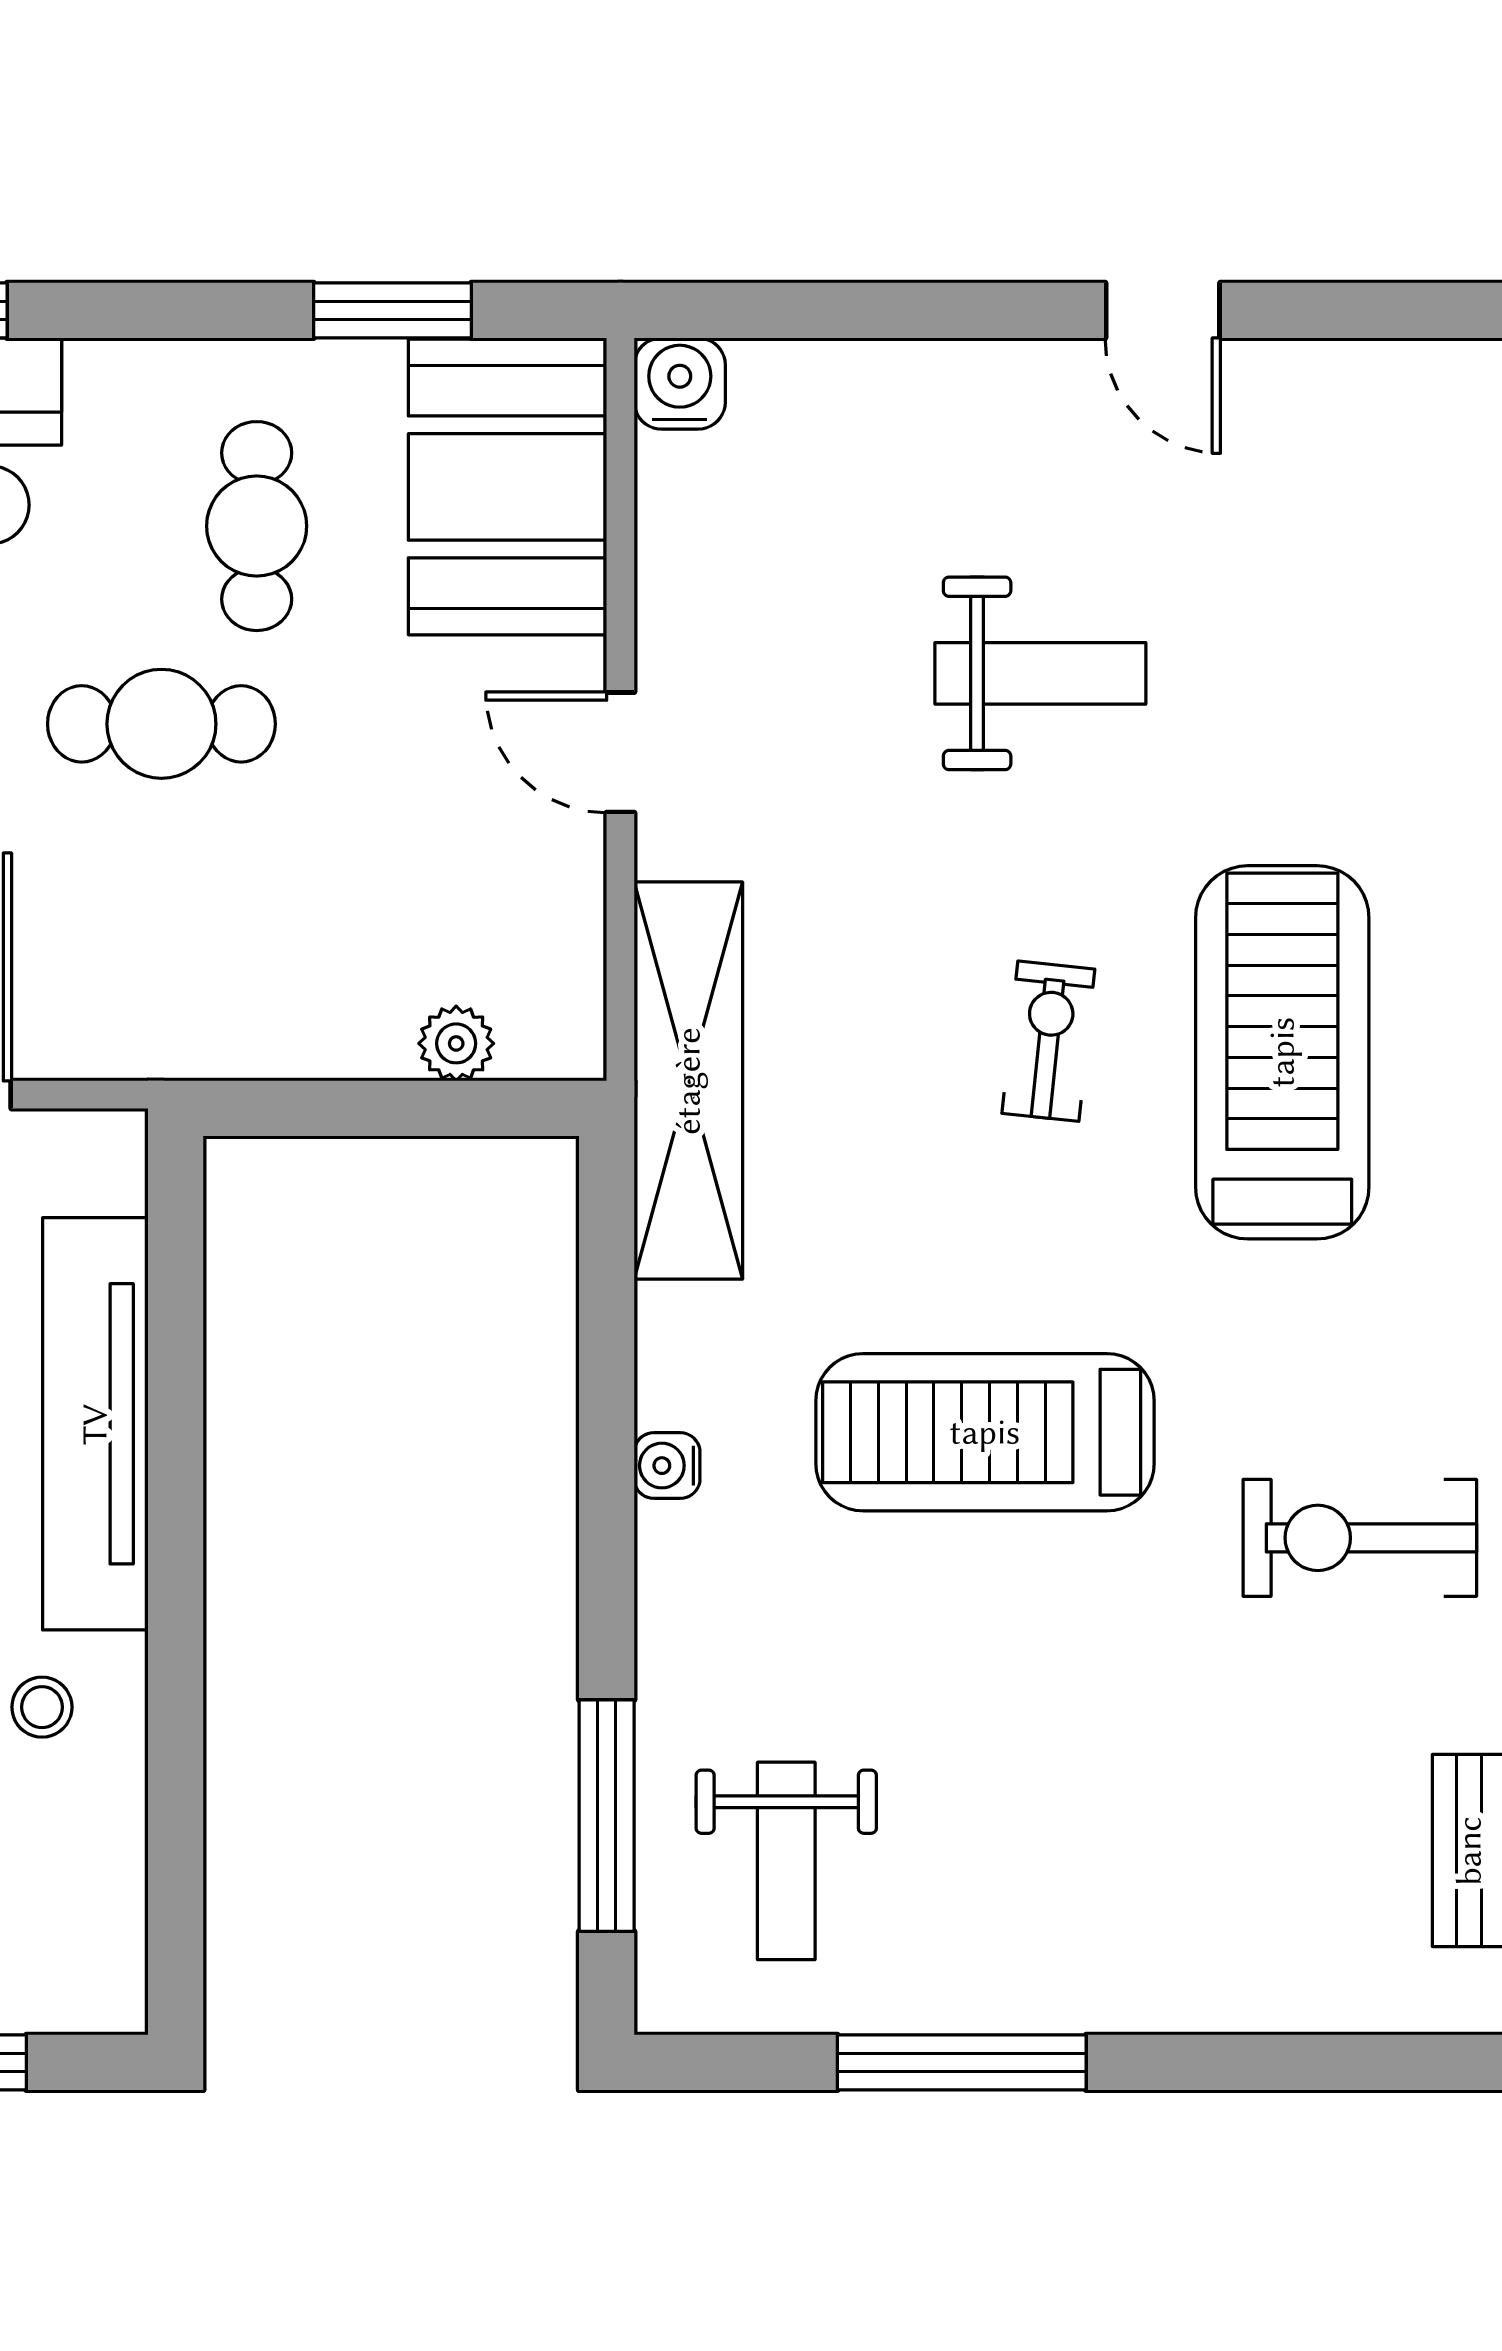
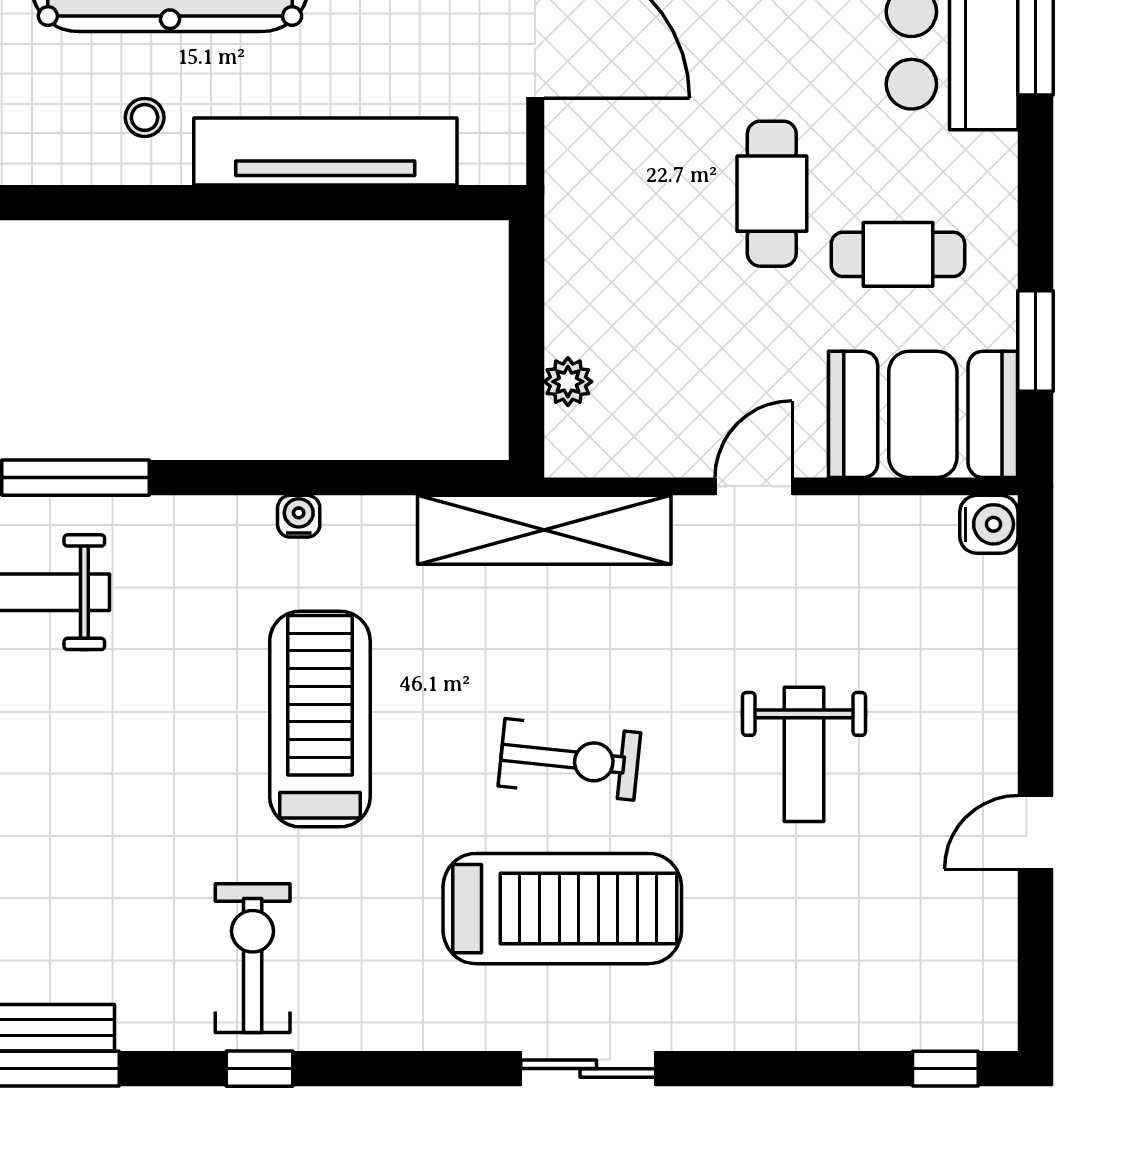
exercise bike: (1048, 1041) -> (569, 759), width x1.38, depth x1.39

